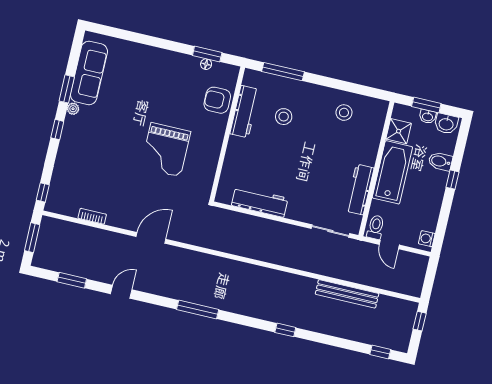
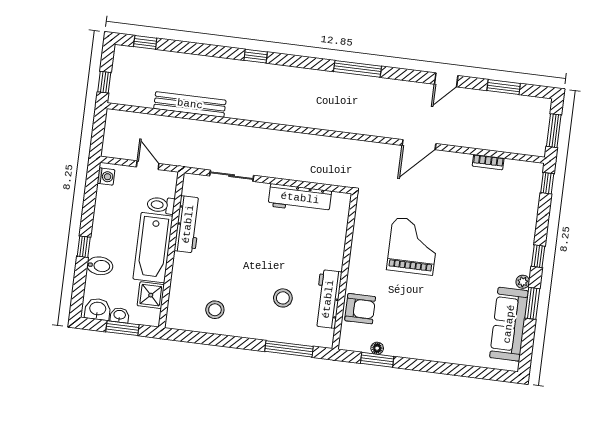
toilet: (376, 227) -> (161, 205), moved, turned 90
sliding door: (330, 231) -> (232, 176), moved

